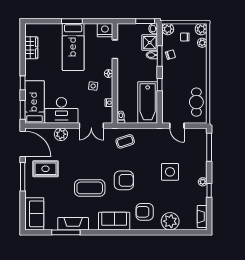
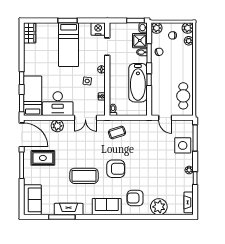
wardrobe: (31, 48) -> (30, 33), moved
bathtub: (148, 102) -> (138, 83), moved
side table: (170, 172) -> (183, 145), moved

